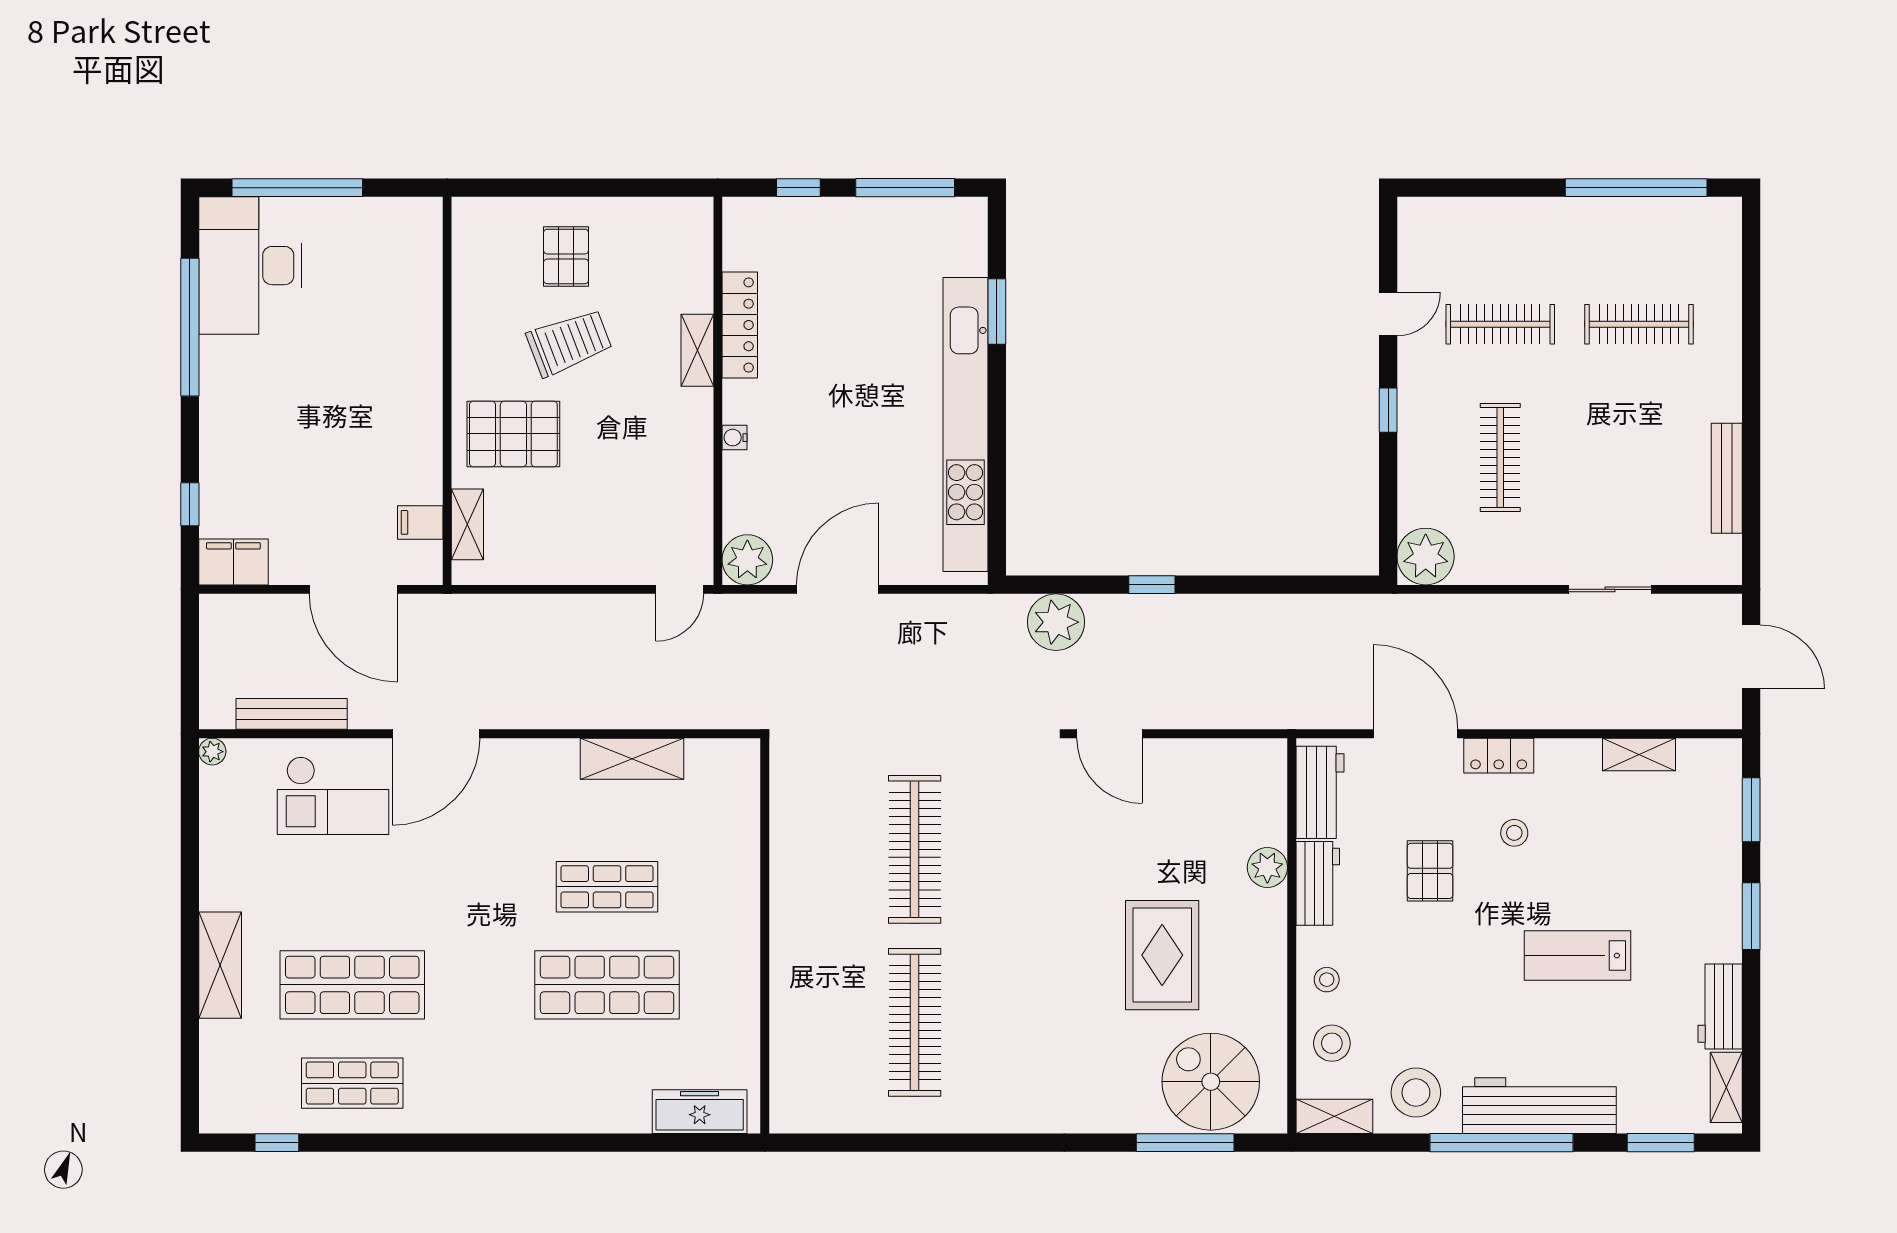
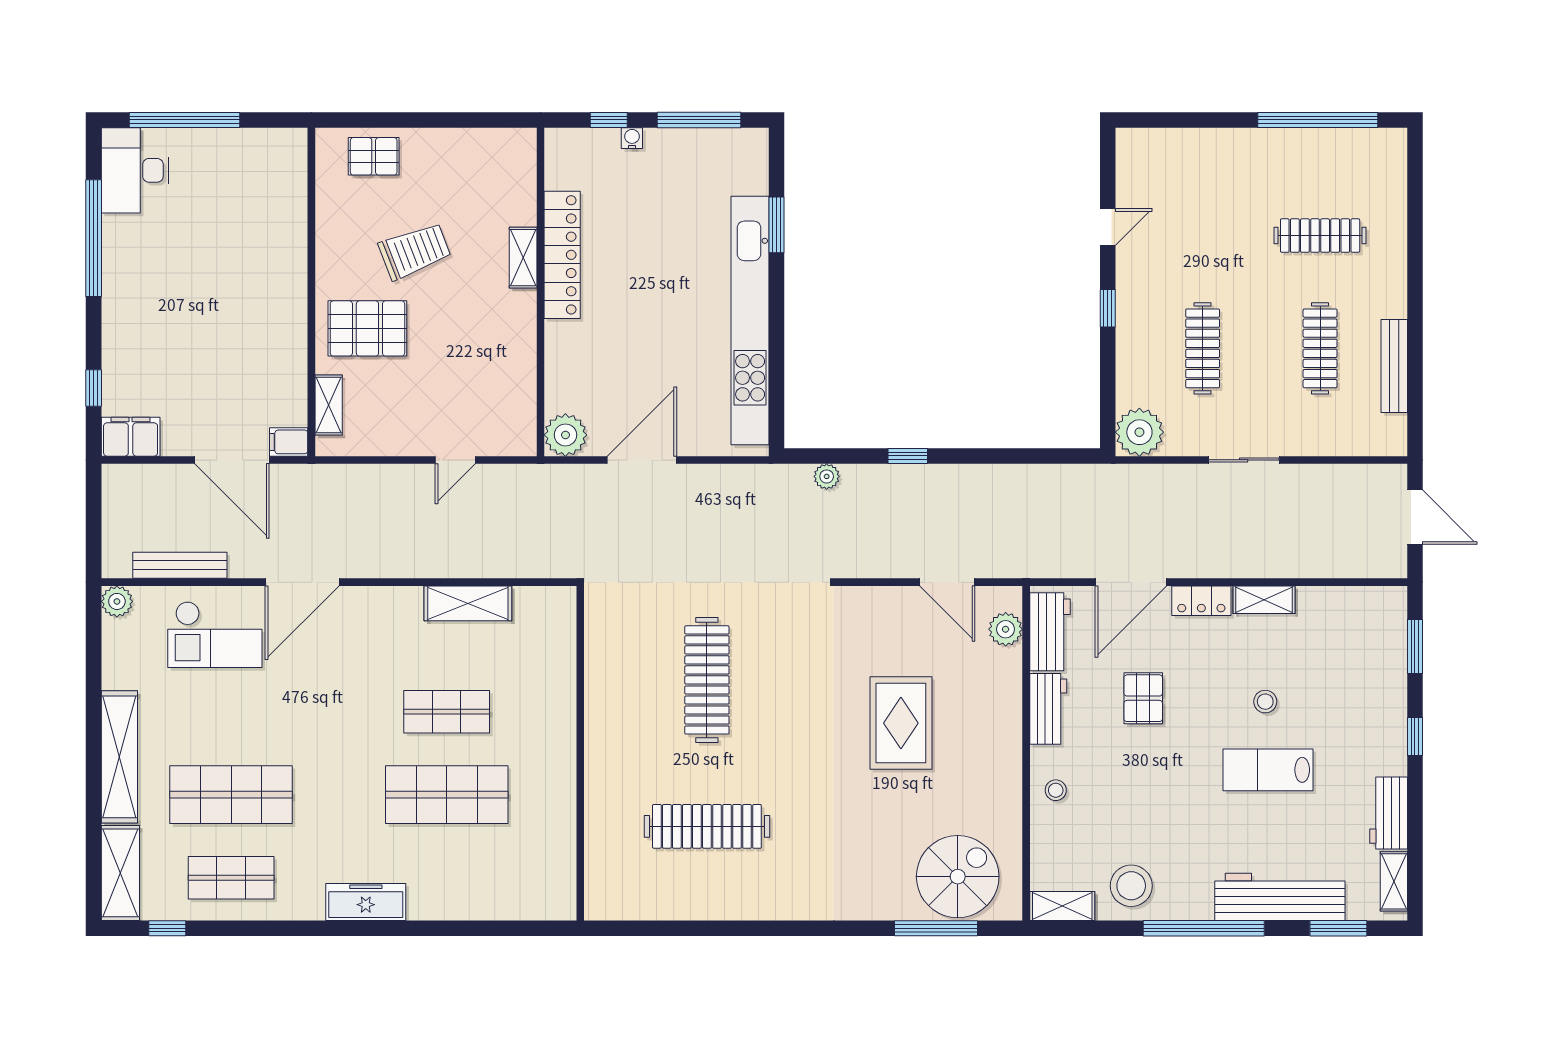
pallet: (566, 256) -> (374, 156), moved, turned 90
desk: (250, 266) -> (135, 170), width x0.73, depth x0.77
clothes rail: (1500, 324) -> (1320, 348), moved, turned 90
locker: (740, 325) -> (562, 255), width x1.41, depth x1.21
water cooler: (735, 438) -> (632, 138), moved, turned 90
filing cabinet: (420, 522) -> (289, 442), moved
door: (680, 589) -> (455, 460), moved
sliding door: (1610, 589) -> (1244, 460), moved
plant: (1056, 622) -> (827, 476), width x0.53, depth x0.53
door: (1109, 734) -> (947, 582), moved
door: (1416, 734) -> (1131, 582), swing flipped
plant: (212, 752) -> (117, 601), width x1.38, depth x1.38
shelving: (1639, 754) -> (1264, 600), moved
stool: (1514, 833) -> (1265, 702), moved
plant: (1267, 867) -> (1006, 629), moved
window: (1751, 916) -> (1415, 737), width x0.67
rug: (1162, 955) -> (901, 723), moved
shelving: (220, 965) -> (119, 757), width x1.47
clothes rail: (915, 1022) -> (707, 826), turned 90
stool: (1332, 1043) -> (1060, 844), removed
shelving: (221, 1077) -> (120, 873), added
spiral stairs: (1211, 1082) -> (958, 877), turned 90
workbench: (1539, 1106) -> (1280, 897), moved
freezer: (700, 1112) -> (366, 902), moved

